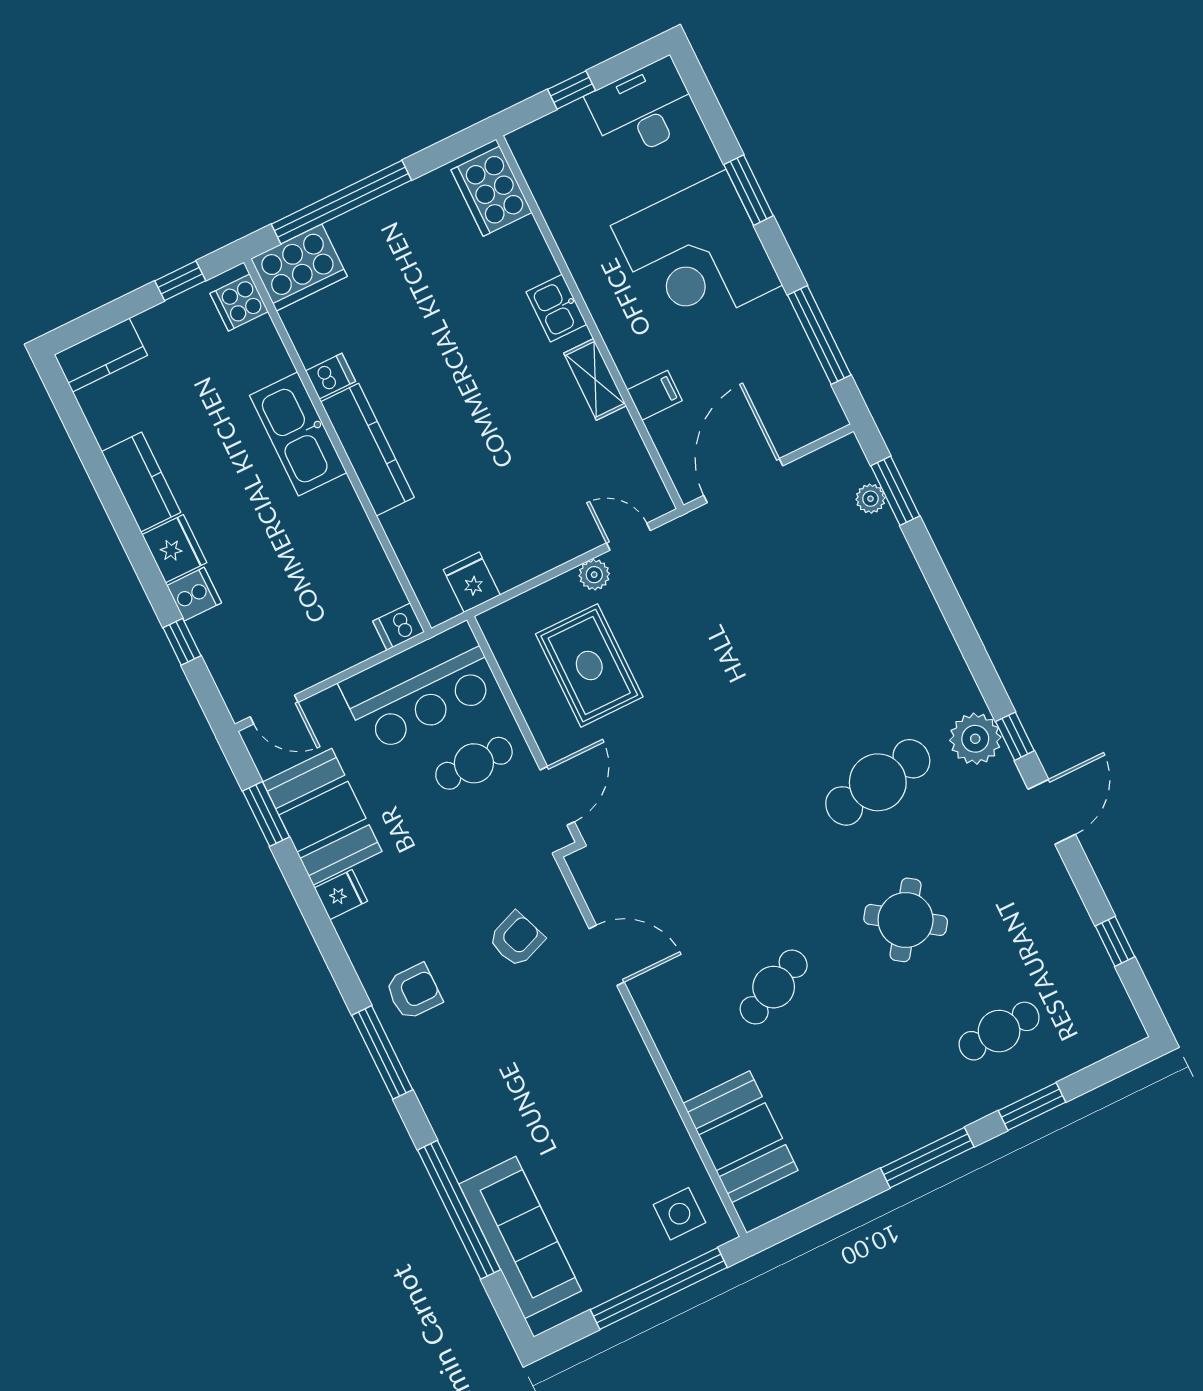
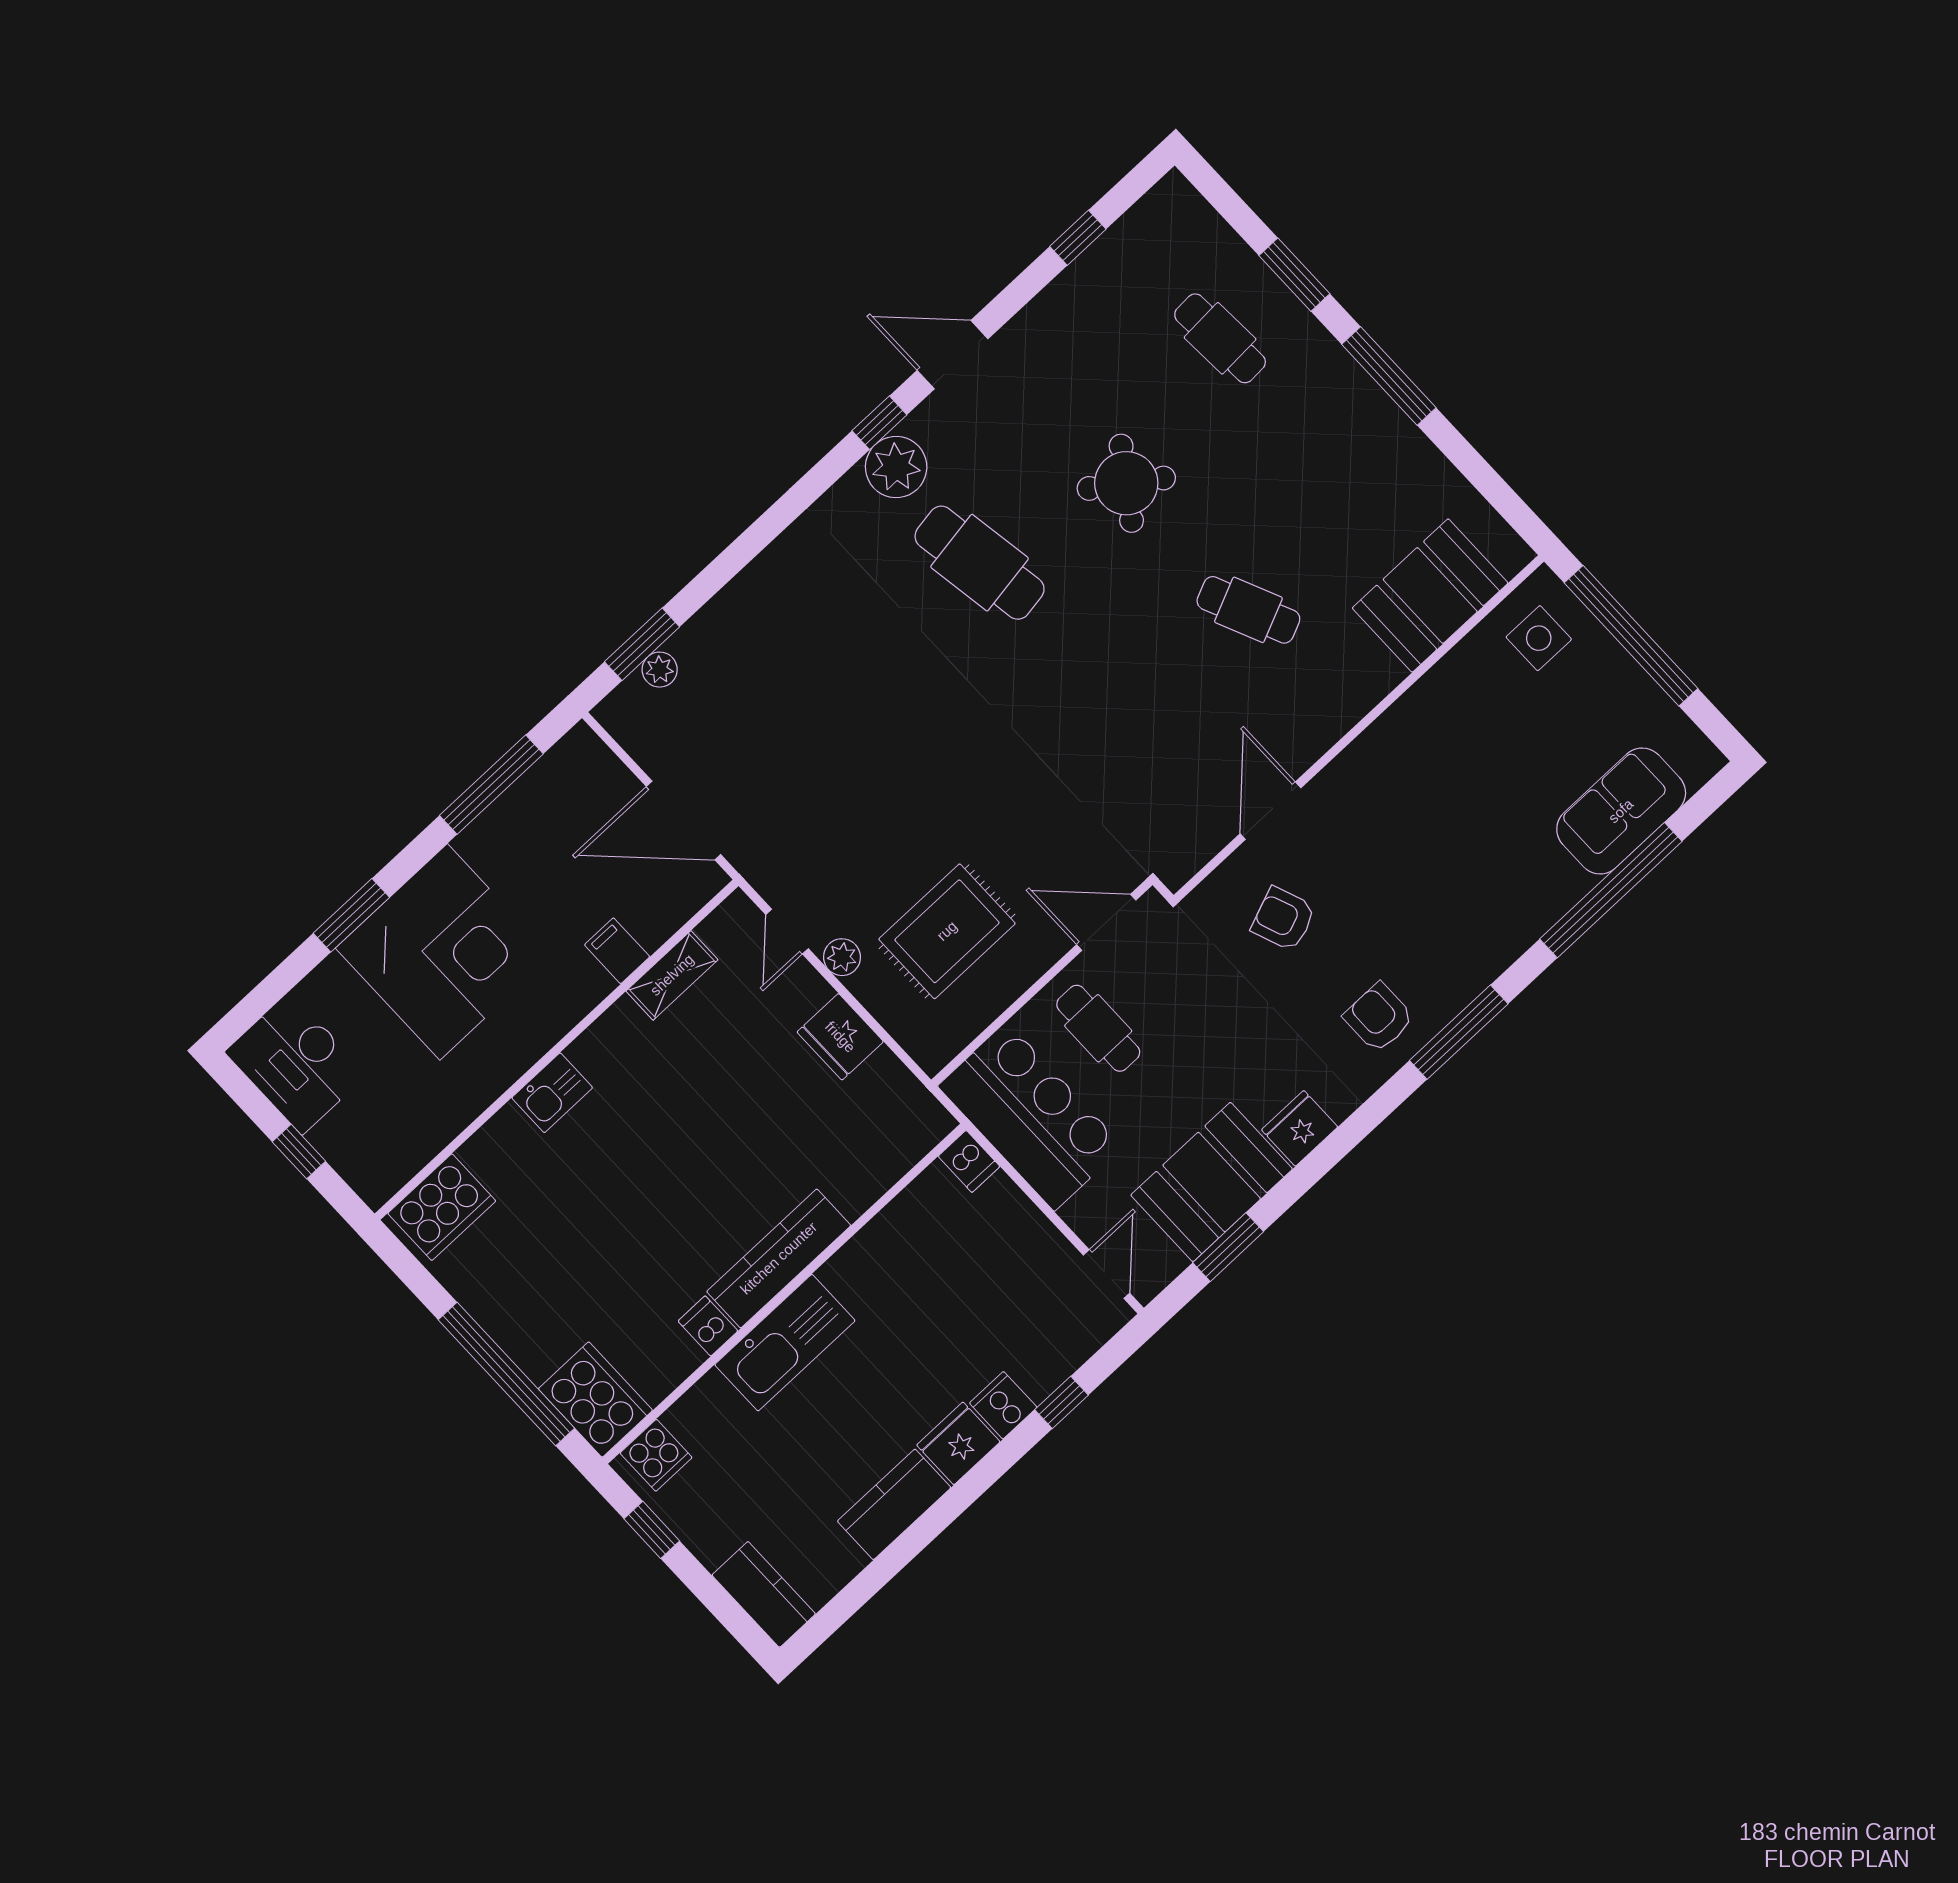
shelving: (595, 379) -> (672, 975), moved
fridge: (472, 582) -> (840, 1037), moved, width x1.38
fridge: (341, 895) -> (1300, 1128), width x1.38
sofa: (520, 1237) -> (1621, 811), width x0.73

